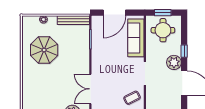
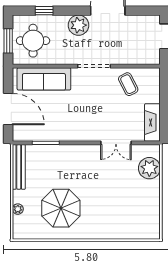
window: (184, 51) -> (44, 11), moved
double door: (90, 89) -> (116, 143), width x0.73

